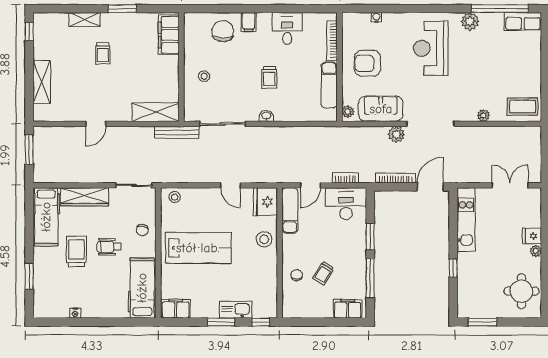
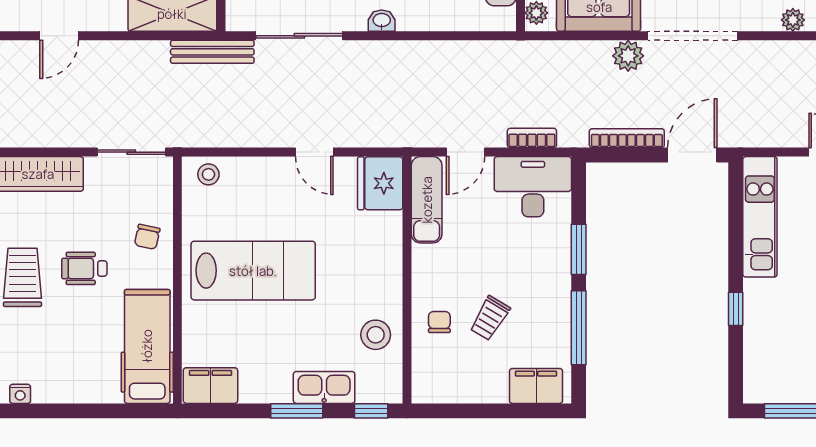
stool: (264, 239) -> (376, 335), moved

